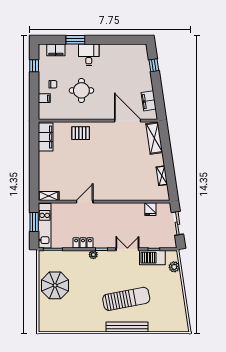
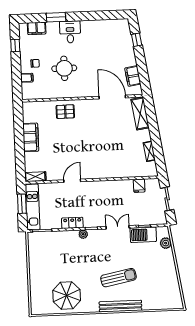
filing cabinet: (46, 137) -> (31, 137), moved
parasol: (55, 285) -> (67, 296), moved
sun lounger: (126, 299) -> (118, 278), width x0.73, depth x0.75

